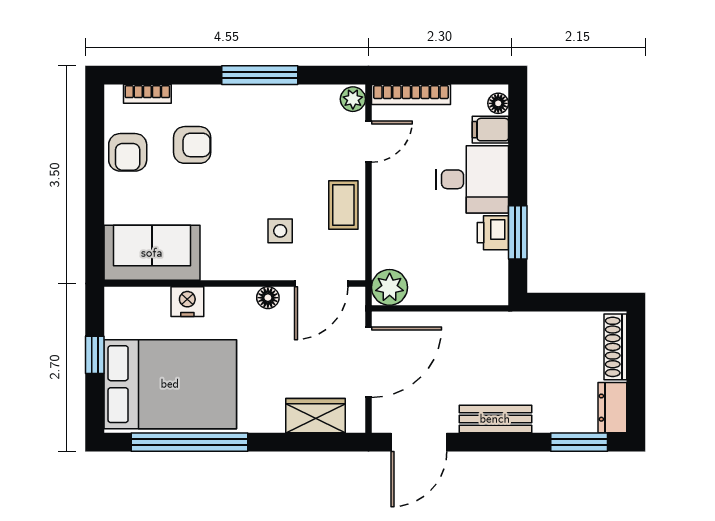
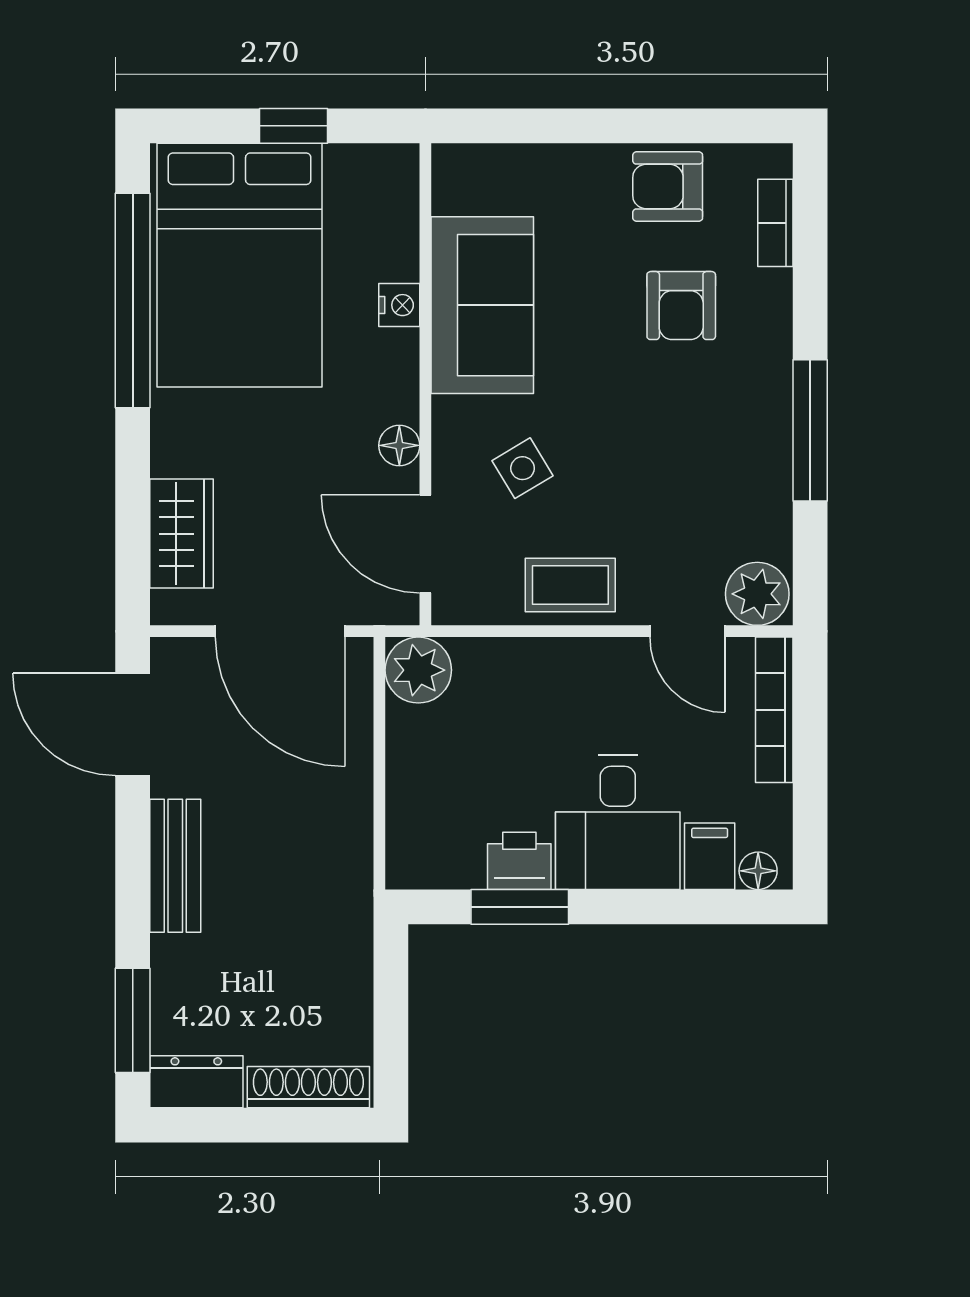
plant: (353, 99) -> (757, 594), width x1.38, depth x1.38
side table: (280, 231) -> (523, 468), turned -31
sofa: (152, 253) -> (482, 305), moved
nightstand: (187, 302) -> (399, 305), width x0.72, depth x0.74

